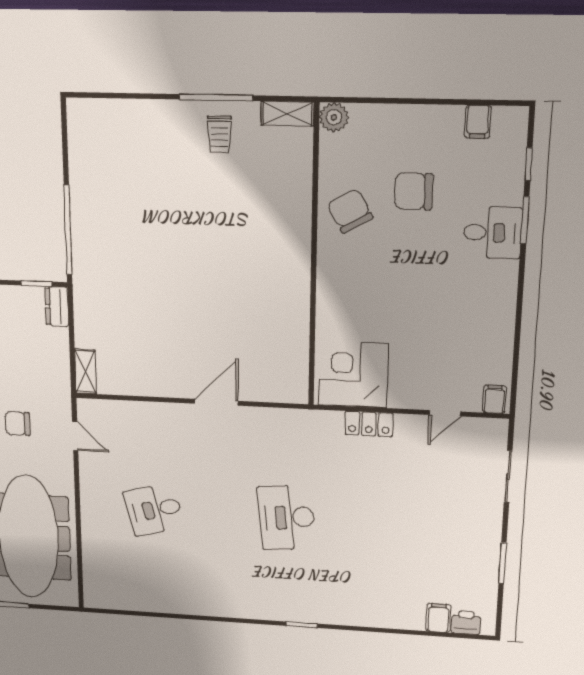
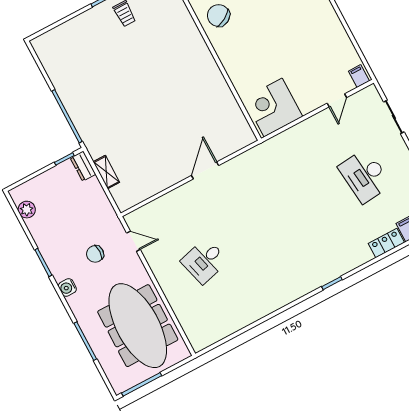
shelving: (85, 372) -> (106, 172), moved
locker: (369, 424) -> (386, 243), moved, turned 180
desk: (287, 517) -> (365, 176), moved

